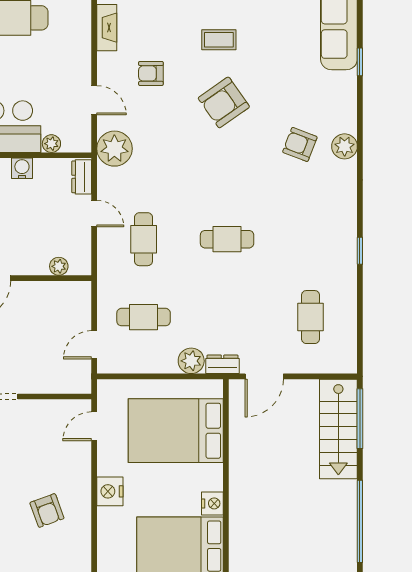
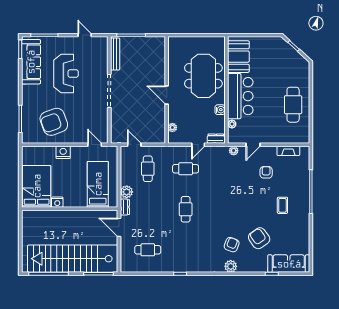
armchair: (224, 102) -> (259, 238), moved
plant: (114, 149) -> (234, 151), width x0.53, depth x0.53
stairs: (338, 429) -> (73, 259), width x1.86, depth x1.51
bed: (176, 431) -> (98, 184), width x0.67
armchair: (47, 510) -> (54, 122), width x1.88, depth x1.88

